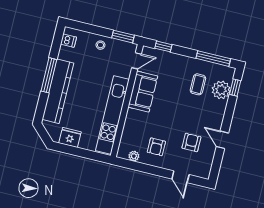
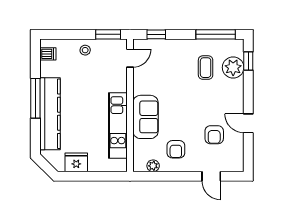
sofa: (143, 92) -> (146, 117), moved
kitchen unit: (112, 115) -> (118, 125), width x0.73
armchair: (191, 142) -> (214, 135), turned 180

